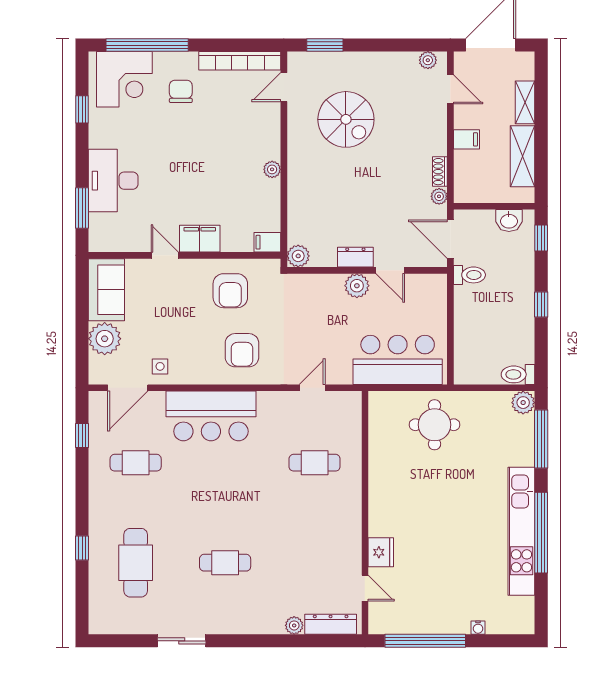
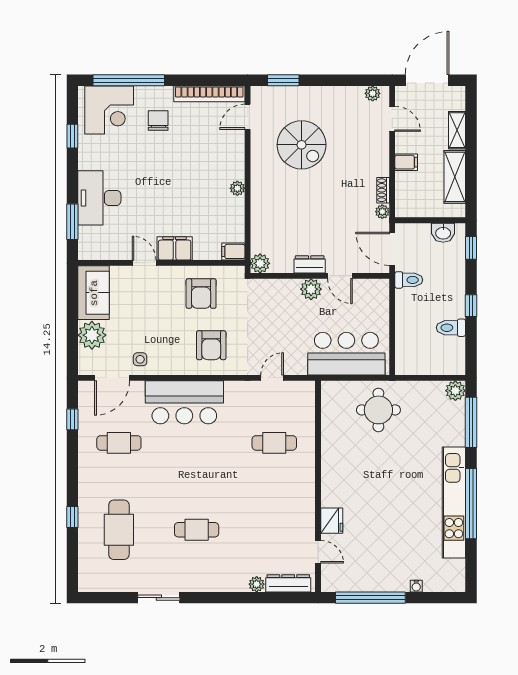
toilet: (518, 374) -> (451, 328), moved

